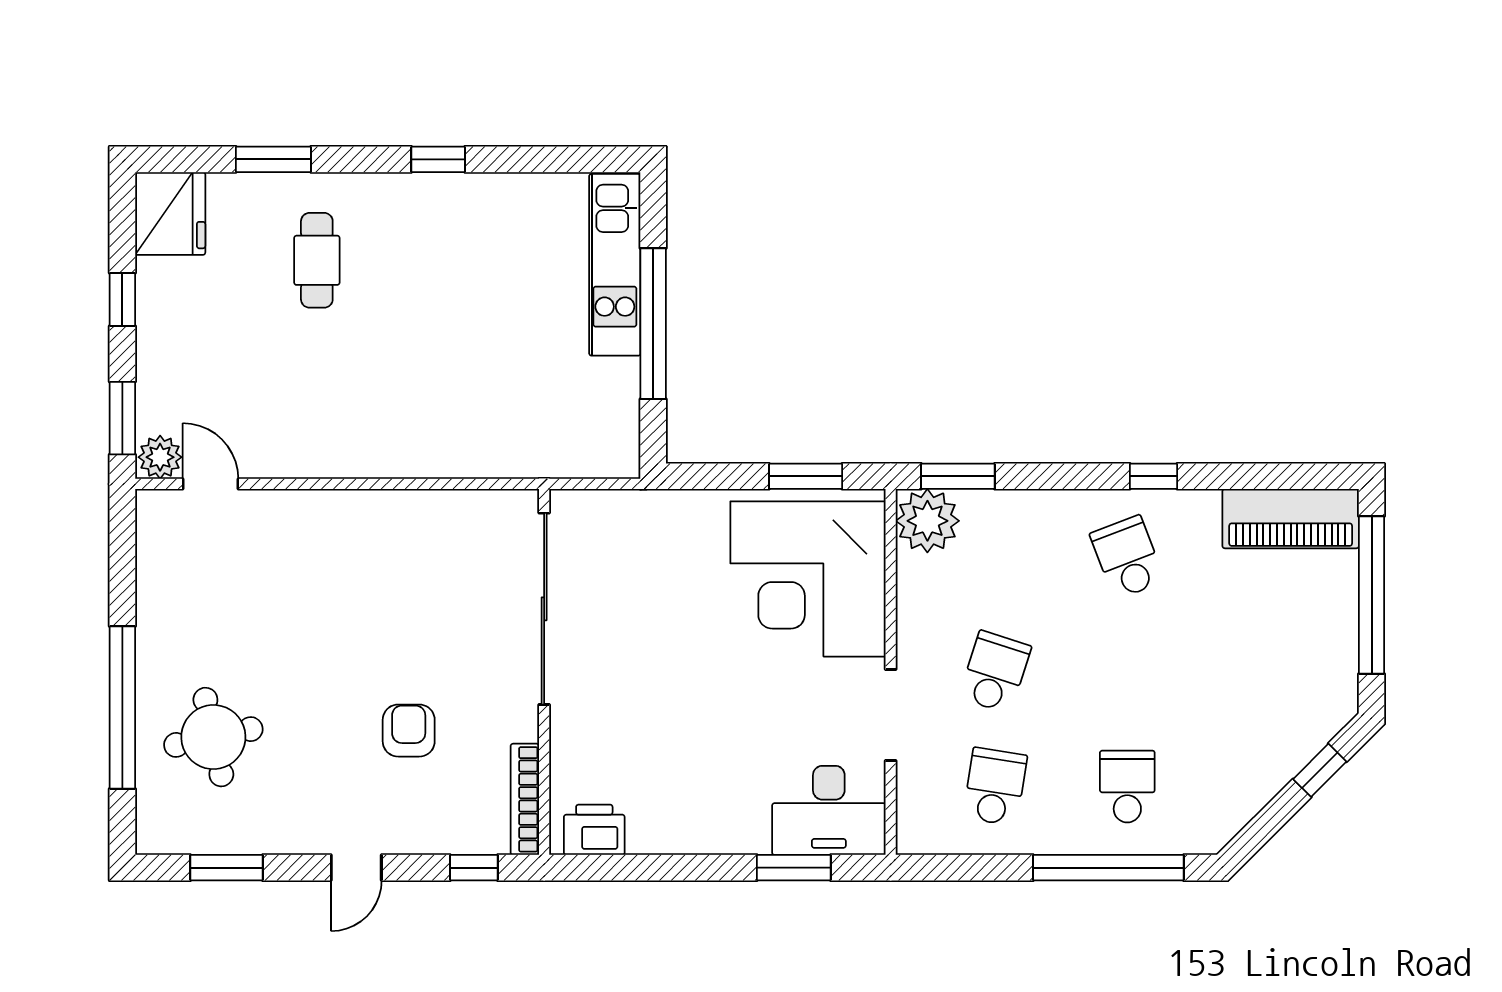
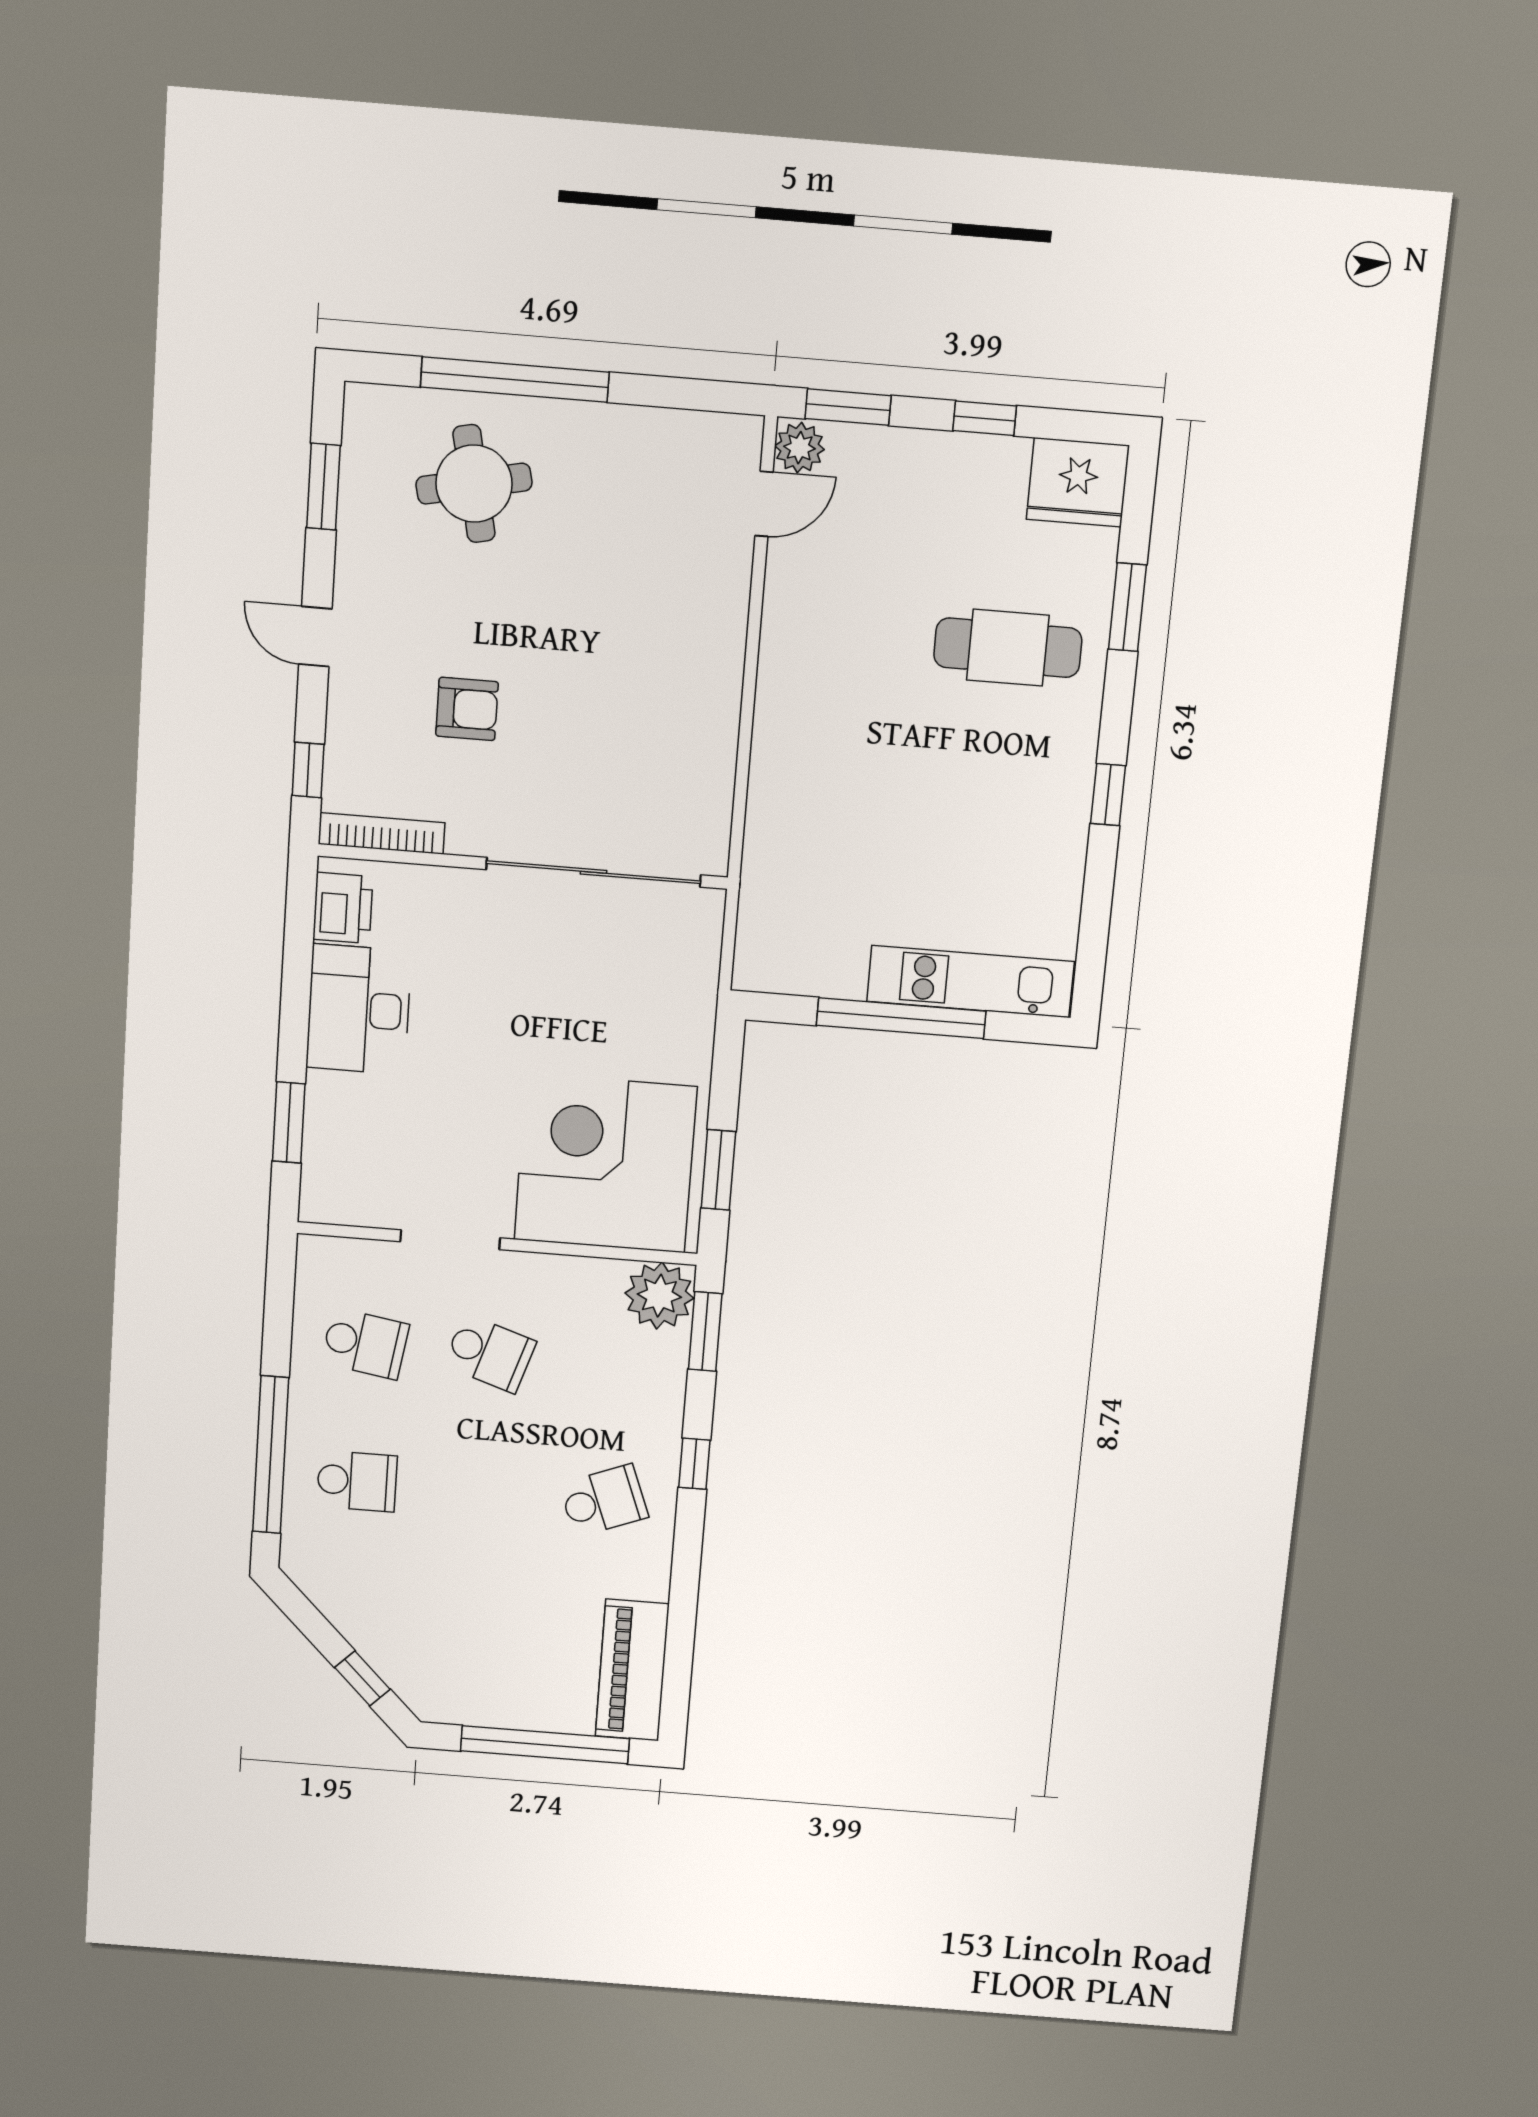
cafe table: (317, 260) -> (1008, 648), width x1.37, depth x1.35
window: (1153, 476) -> (694, 1464), moved
desk: (829, 810) -> (359, 1009), moved

